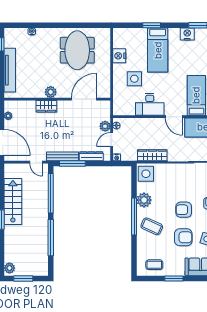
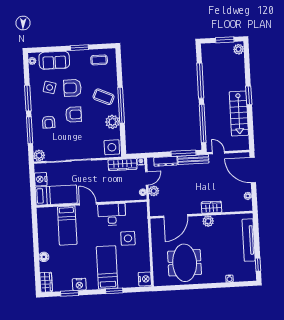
nightstand: (119, 56) -> (145, 279), moved
wardrobe: (152, 155) -> (123, 165), moved

